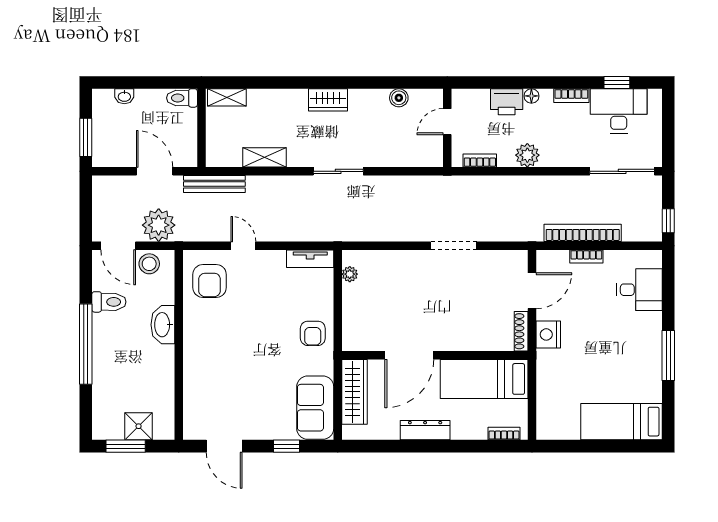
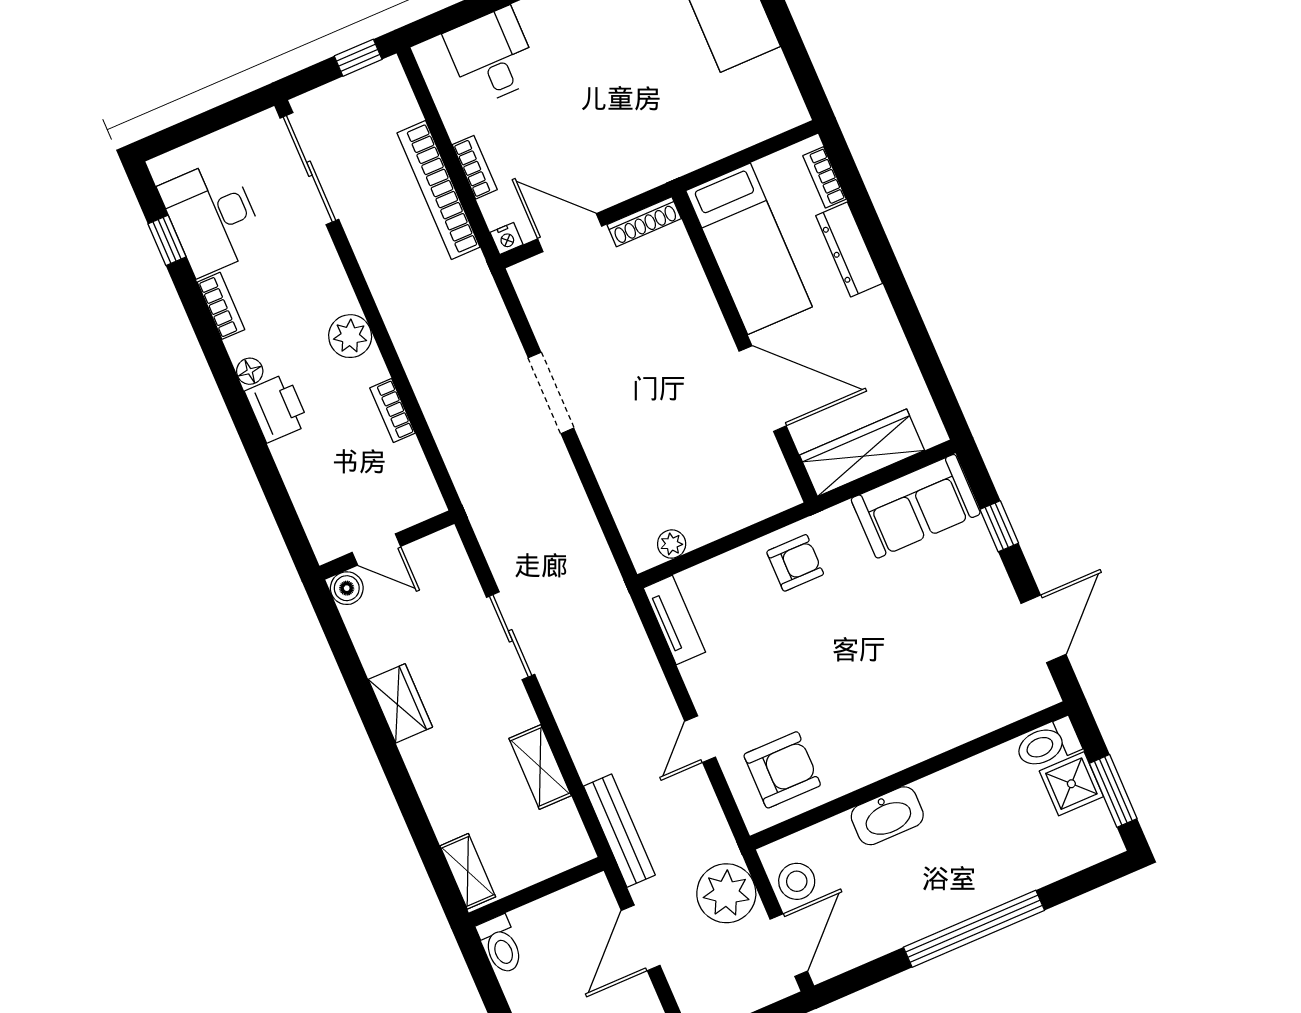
door: (447, 122) -> (376, 549), moved
wall: (447, 128) -> (387, 545), moved
toilet: (109, 302) -> (1048, 744), moved, turned -90
nightstand: (548, 334) -> (507, 238), moved, width x0.53, depth x0.56
dresser: (425, 430) -> (849, 249), moved

